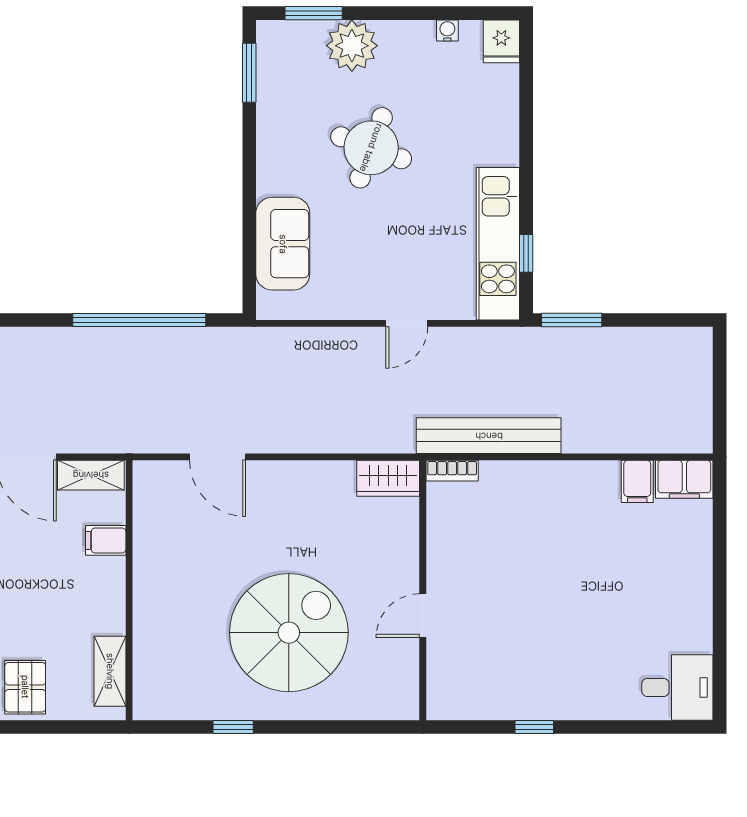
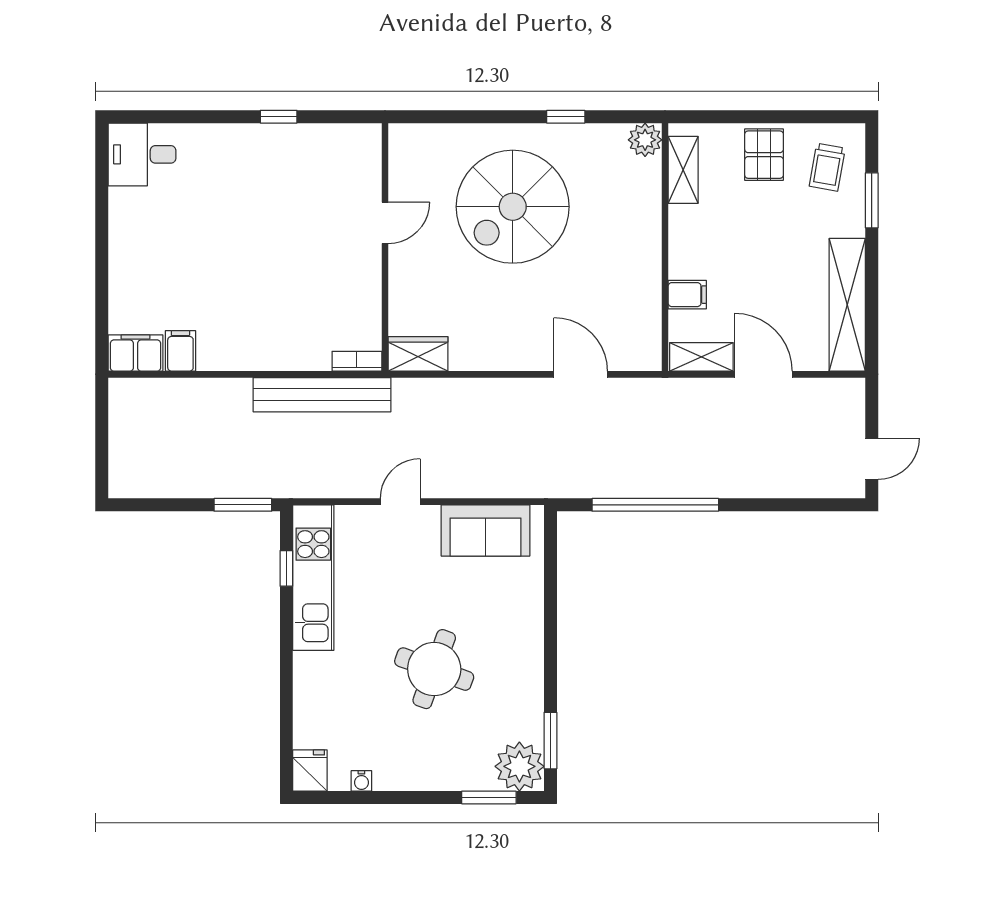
plant: (352, 46) -> (519, 766), moved
sofa: (283, 244) -> (485, 530), moved, turned -90
plant: (150, 703) -> (645, 140), added

